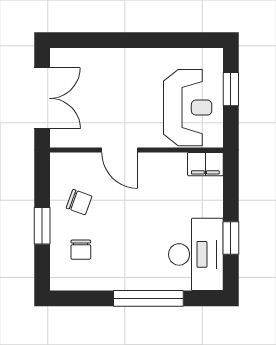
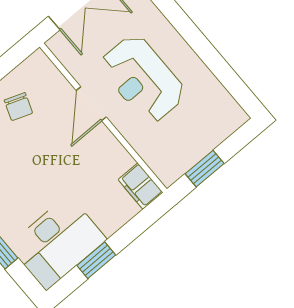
window: (231, 89) -> (205, 169), moved
reception desk: (188, 108) -> (142, 79), moved, turned 90

